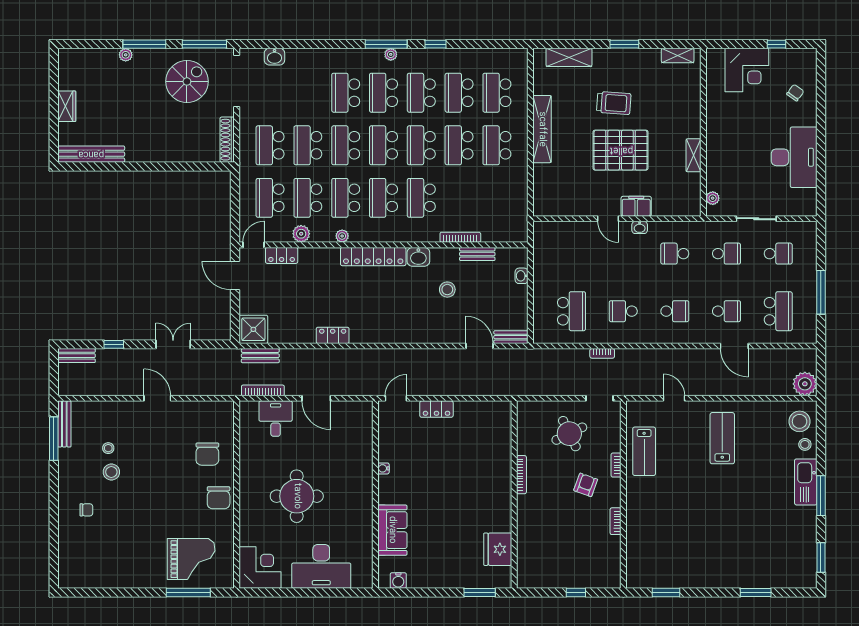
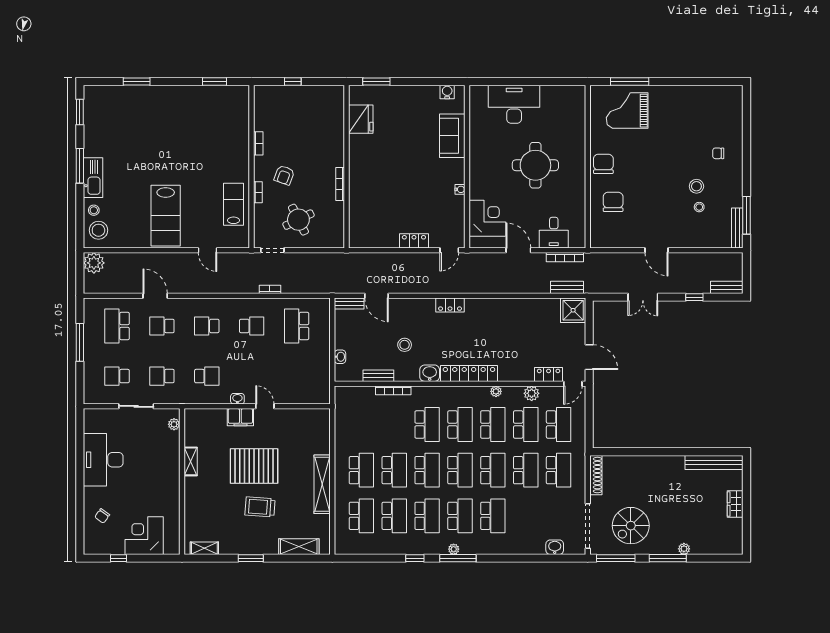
locker: (333, 335) -> (450, 305), moved
lab bench: (722, 438) -> (166, 216), width x1.36, depth x1.39
corner desk: (260, 568) -> (487, 218), moved, turned 180

